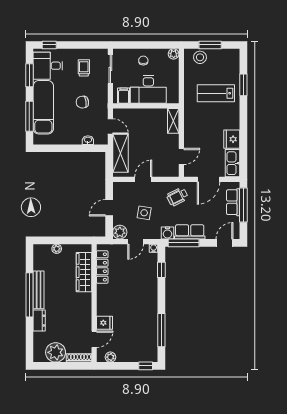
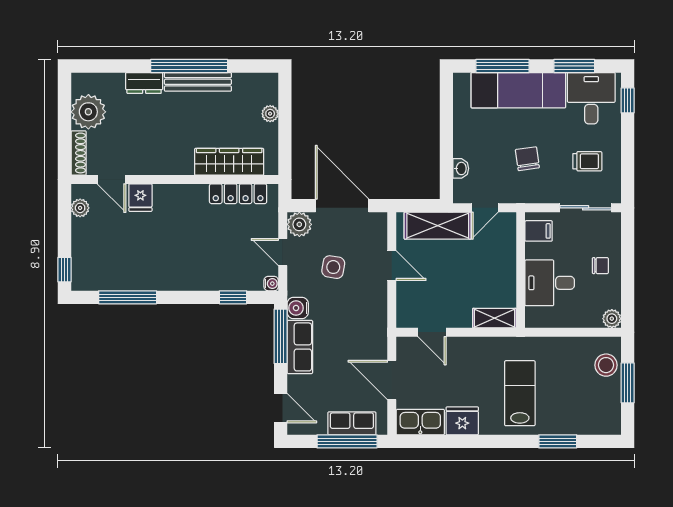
desk: (148, 89) -> (550, 283), width x0.73
lab bench: (216, 93) -> (520, 393), moved
wheelchair: (177, 197) -> (361, 325), removed
door: (109, 208) -> (342, 206), width x1.88

